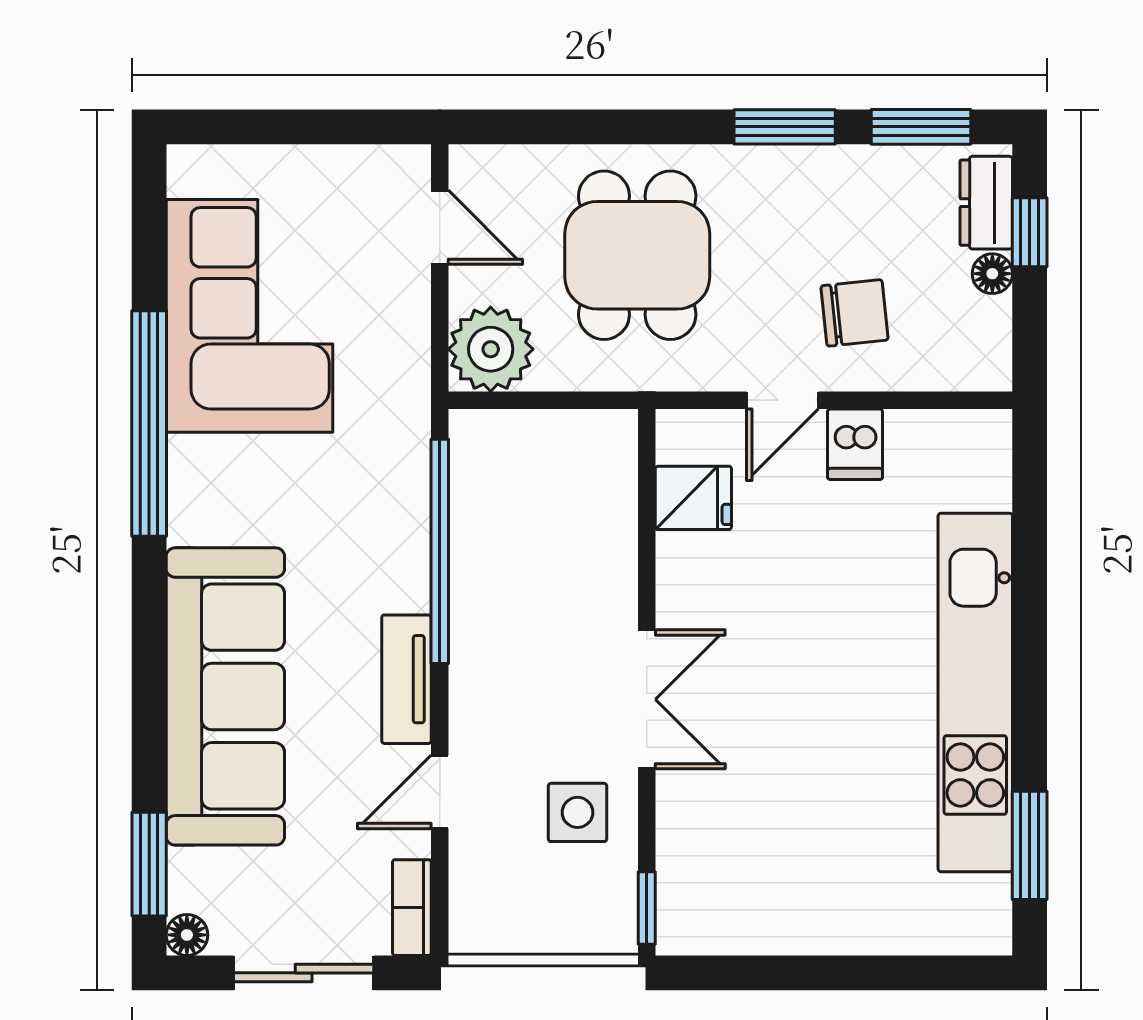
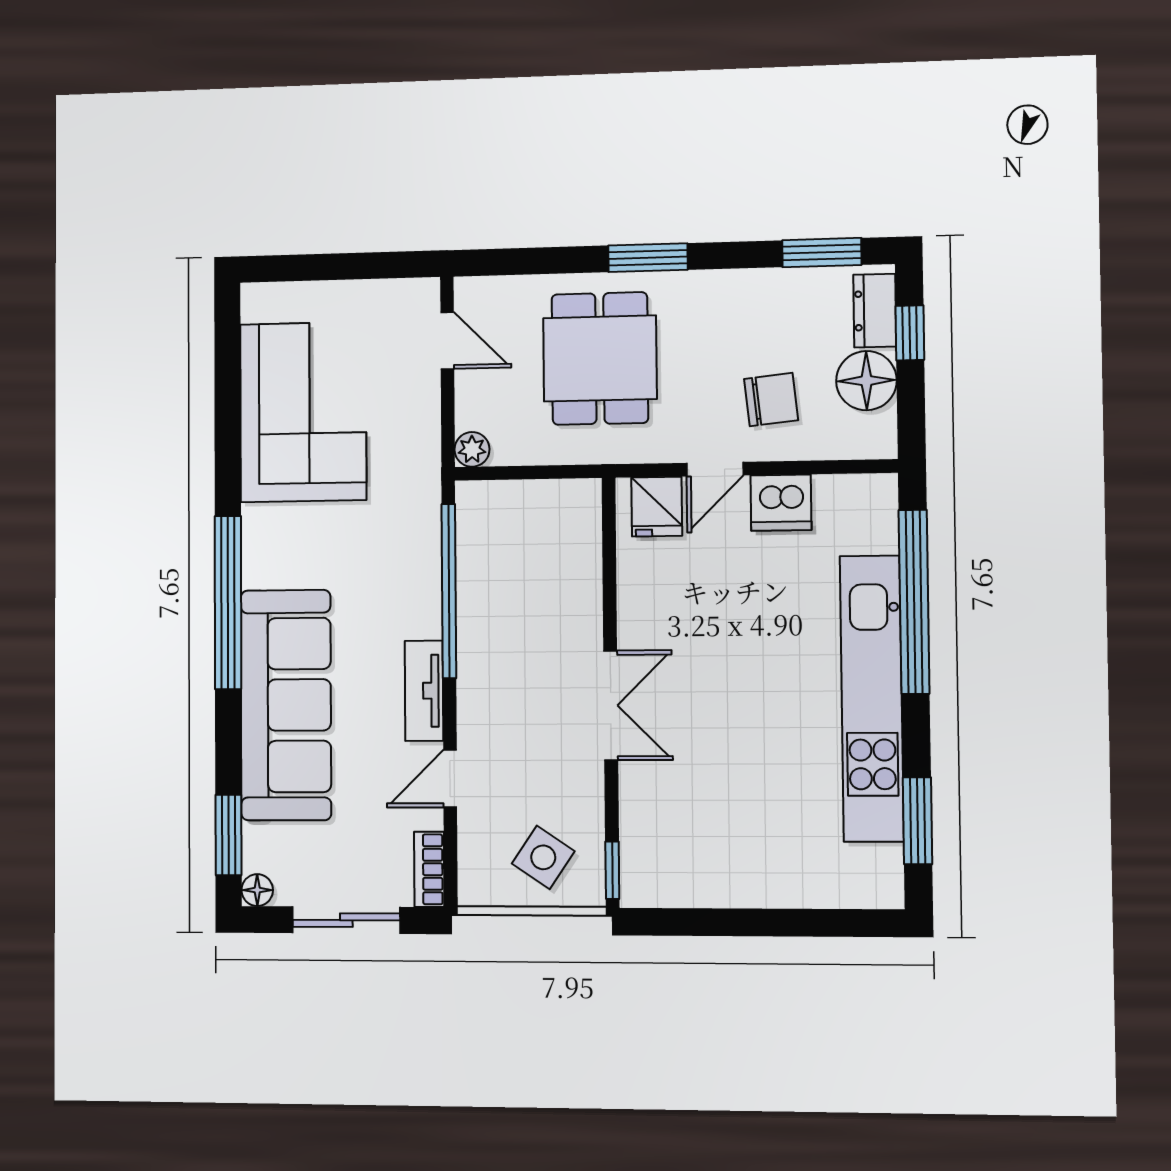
window: (785, 127) -> (648, 258), moved
floor lamp: (992, 274) -> (866, 381), width x1.89, depth x1.89
plant: (491, 349) -> (472, 449), width x0.53, depth x0.53
window: (149, 423) -> (228, 602), moved
dishwasher: (855, 444) -> (781, 503), width x1.38
fridge: (693, 498) -> (657, 507), moved, turned 90
window: (1030, 572) -> (914, 602), added
side table: (577, 812) -> (543, 857), moved, turned 34

